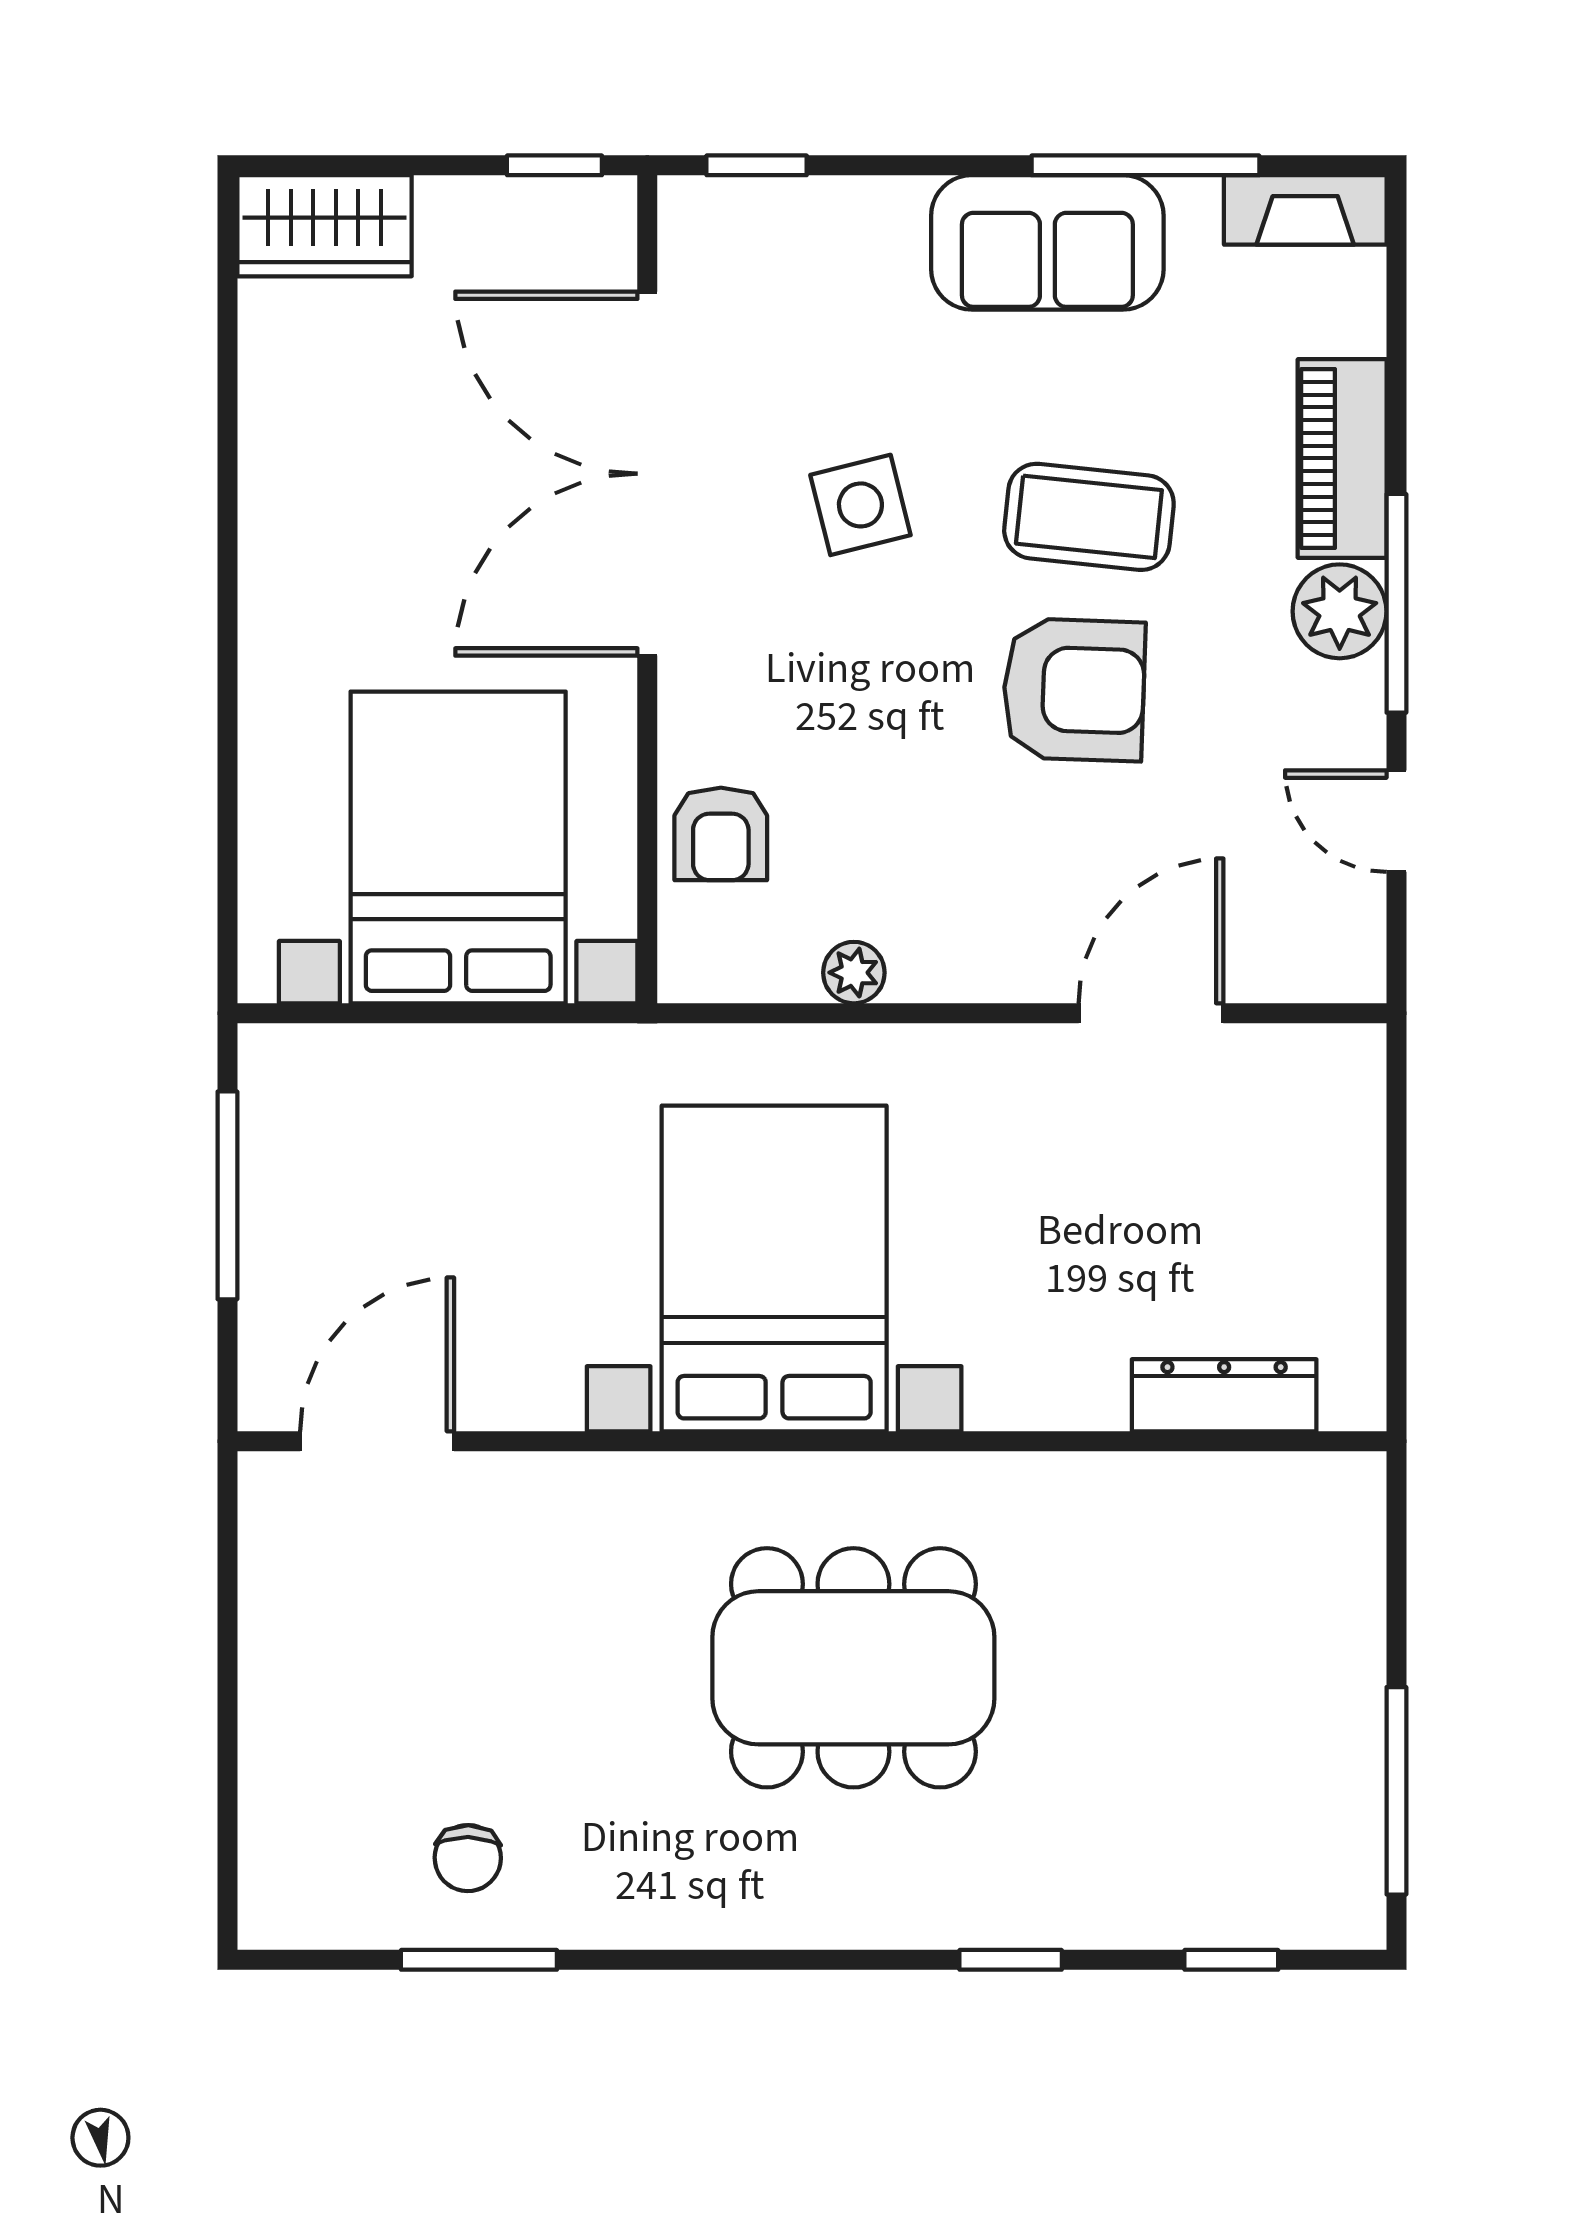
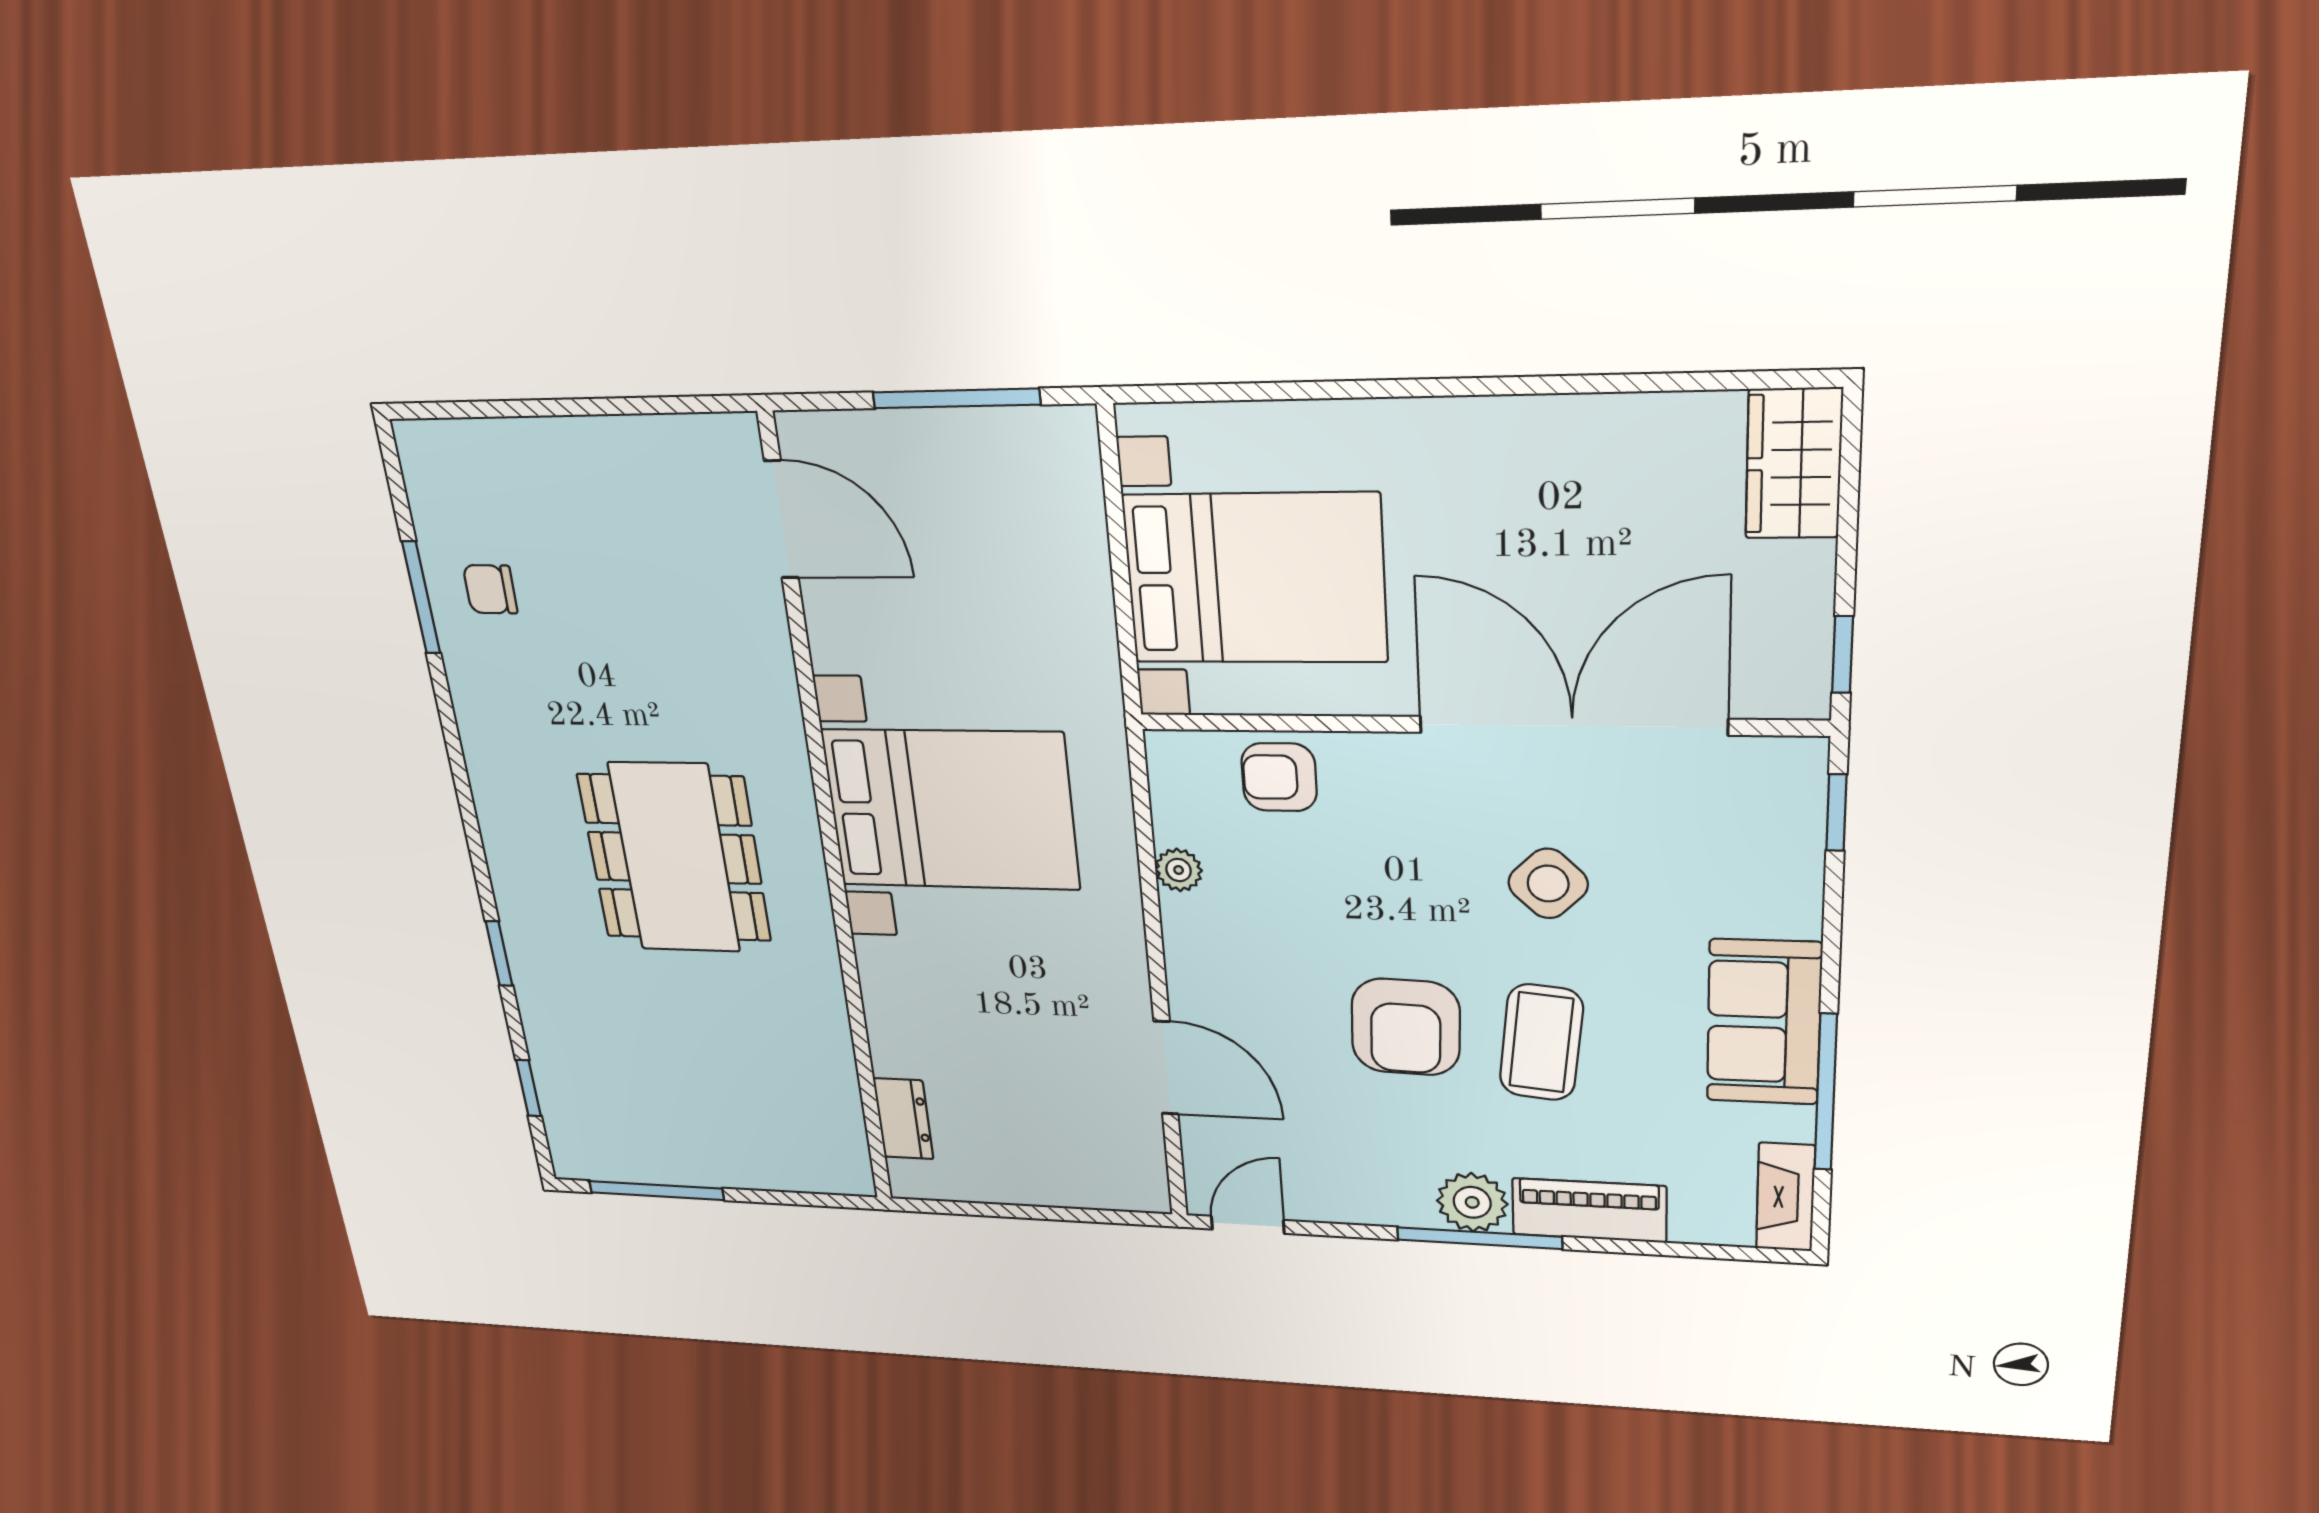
side table: (860, 505) -> (1548, 883), turned -31
door: (1396, 821) -> (1248, 1225), moved
dresser: (1224, 1395) -> (903, 1119), width x0.70

